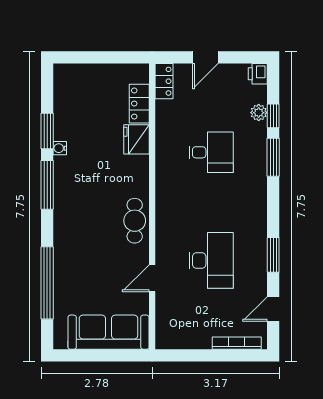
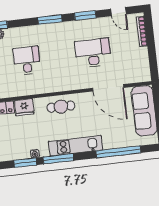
window: (273, 157) -> (50, 19), moved
kitchen unit: (65, 215) -> (76, 146), added
cafe table: (135, 221) -> (61, 107), moved
door: (152, 278) -> (108, 88), width x1.88

